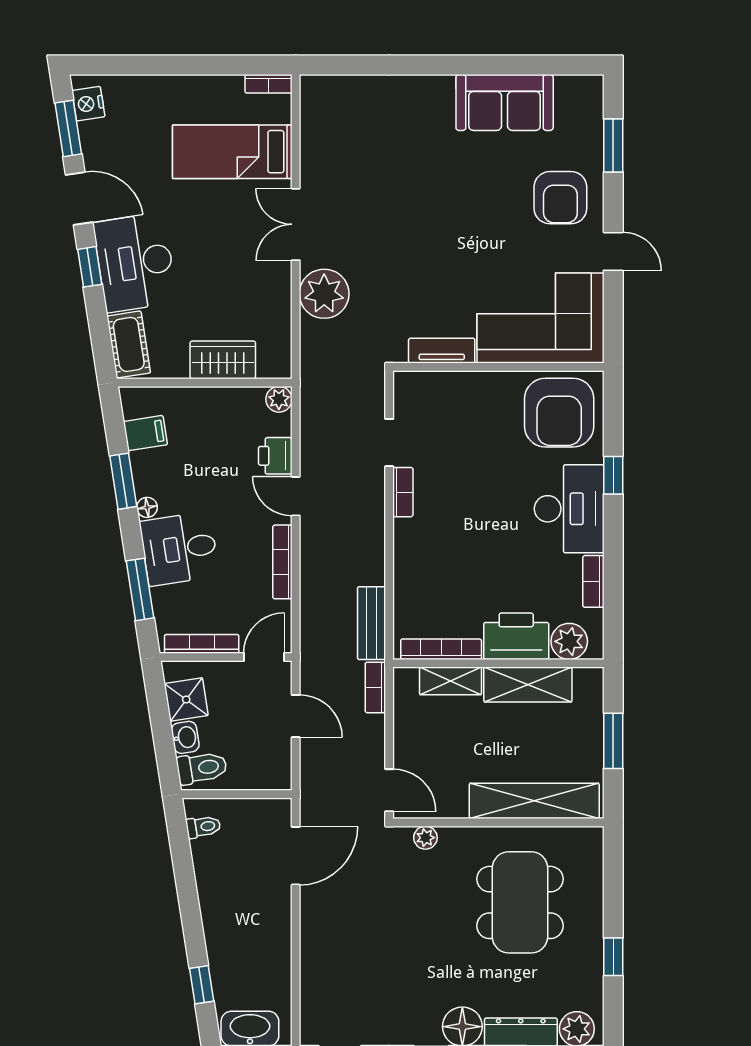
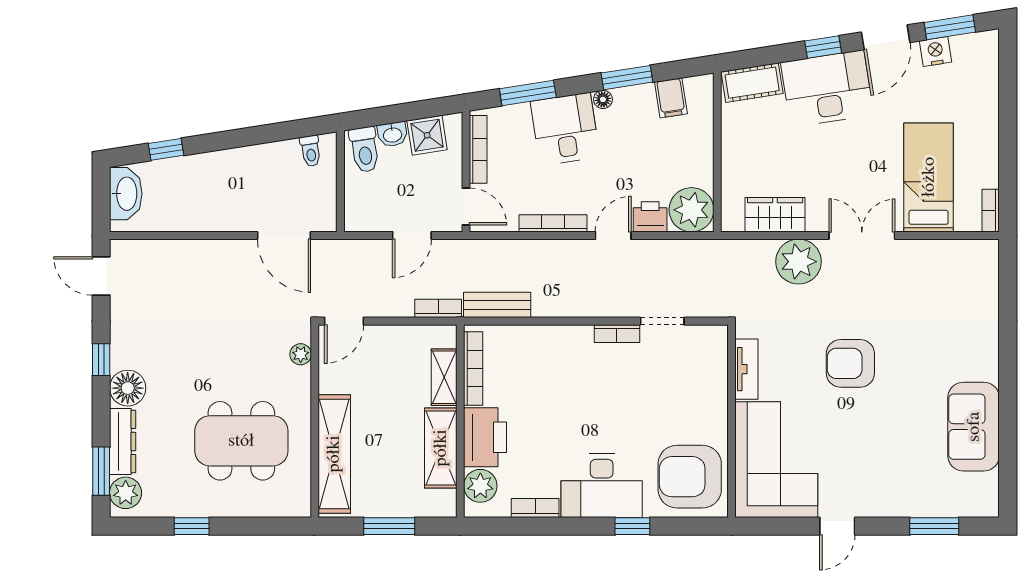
nightstand: (88, 104) -> (936, 51), moved
armchair: (560, 198) -> (850, 363), moved
wardrobe: (223, 360) -> (775, 215), moved, turned -90
plant: (279, 399) -> (691, 210), width x1.88, depth x1.88

